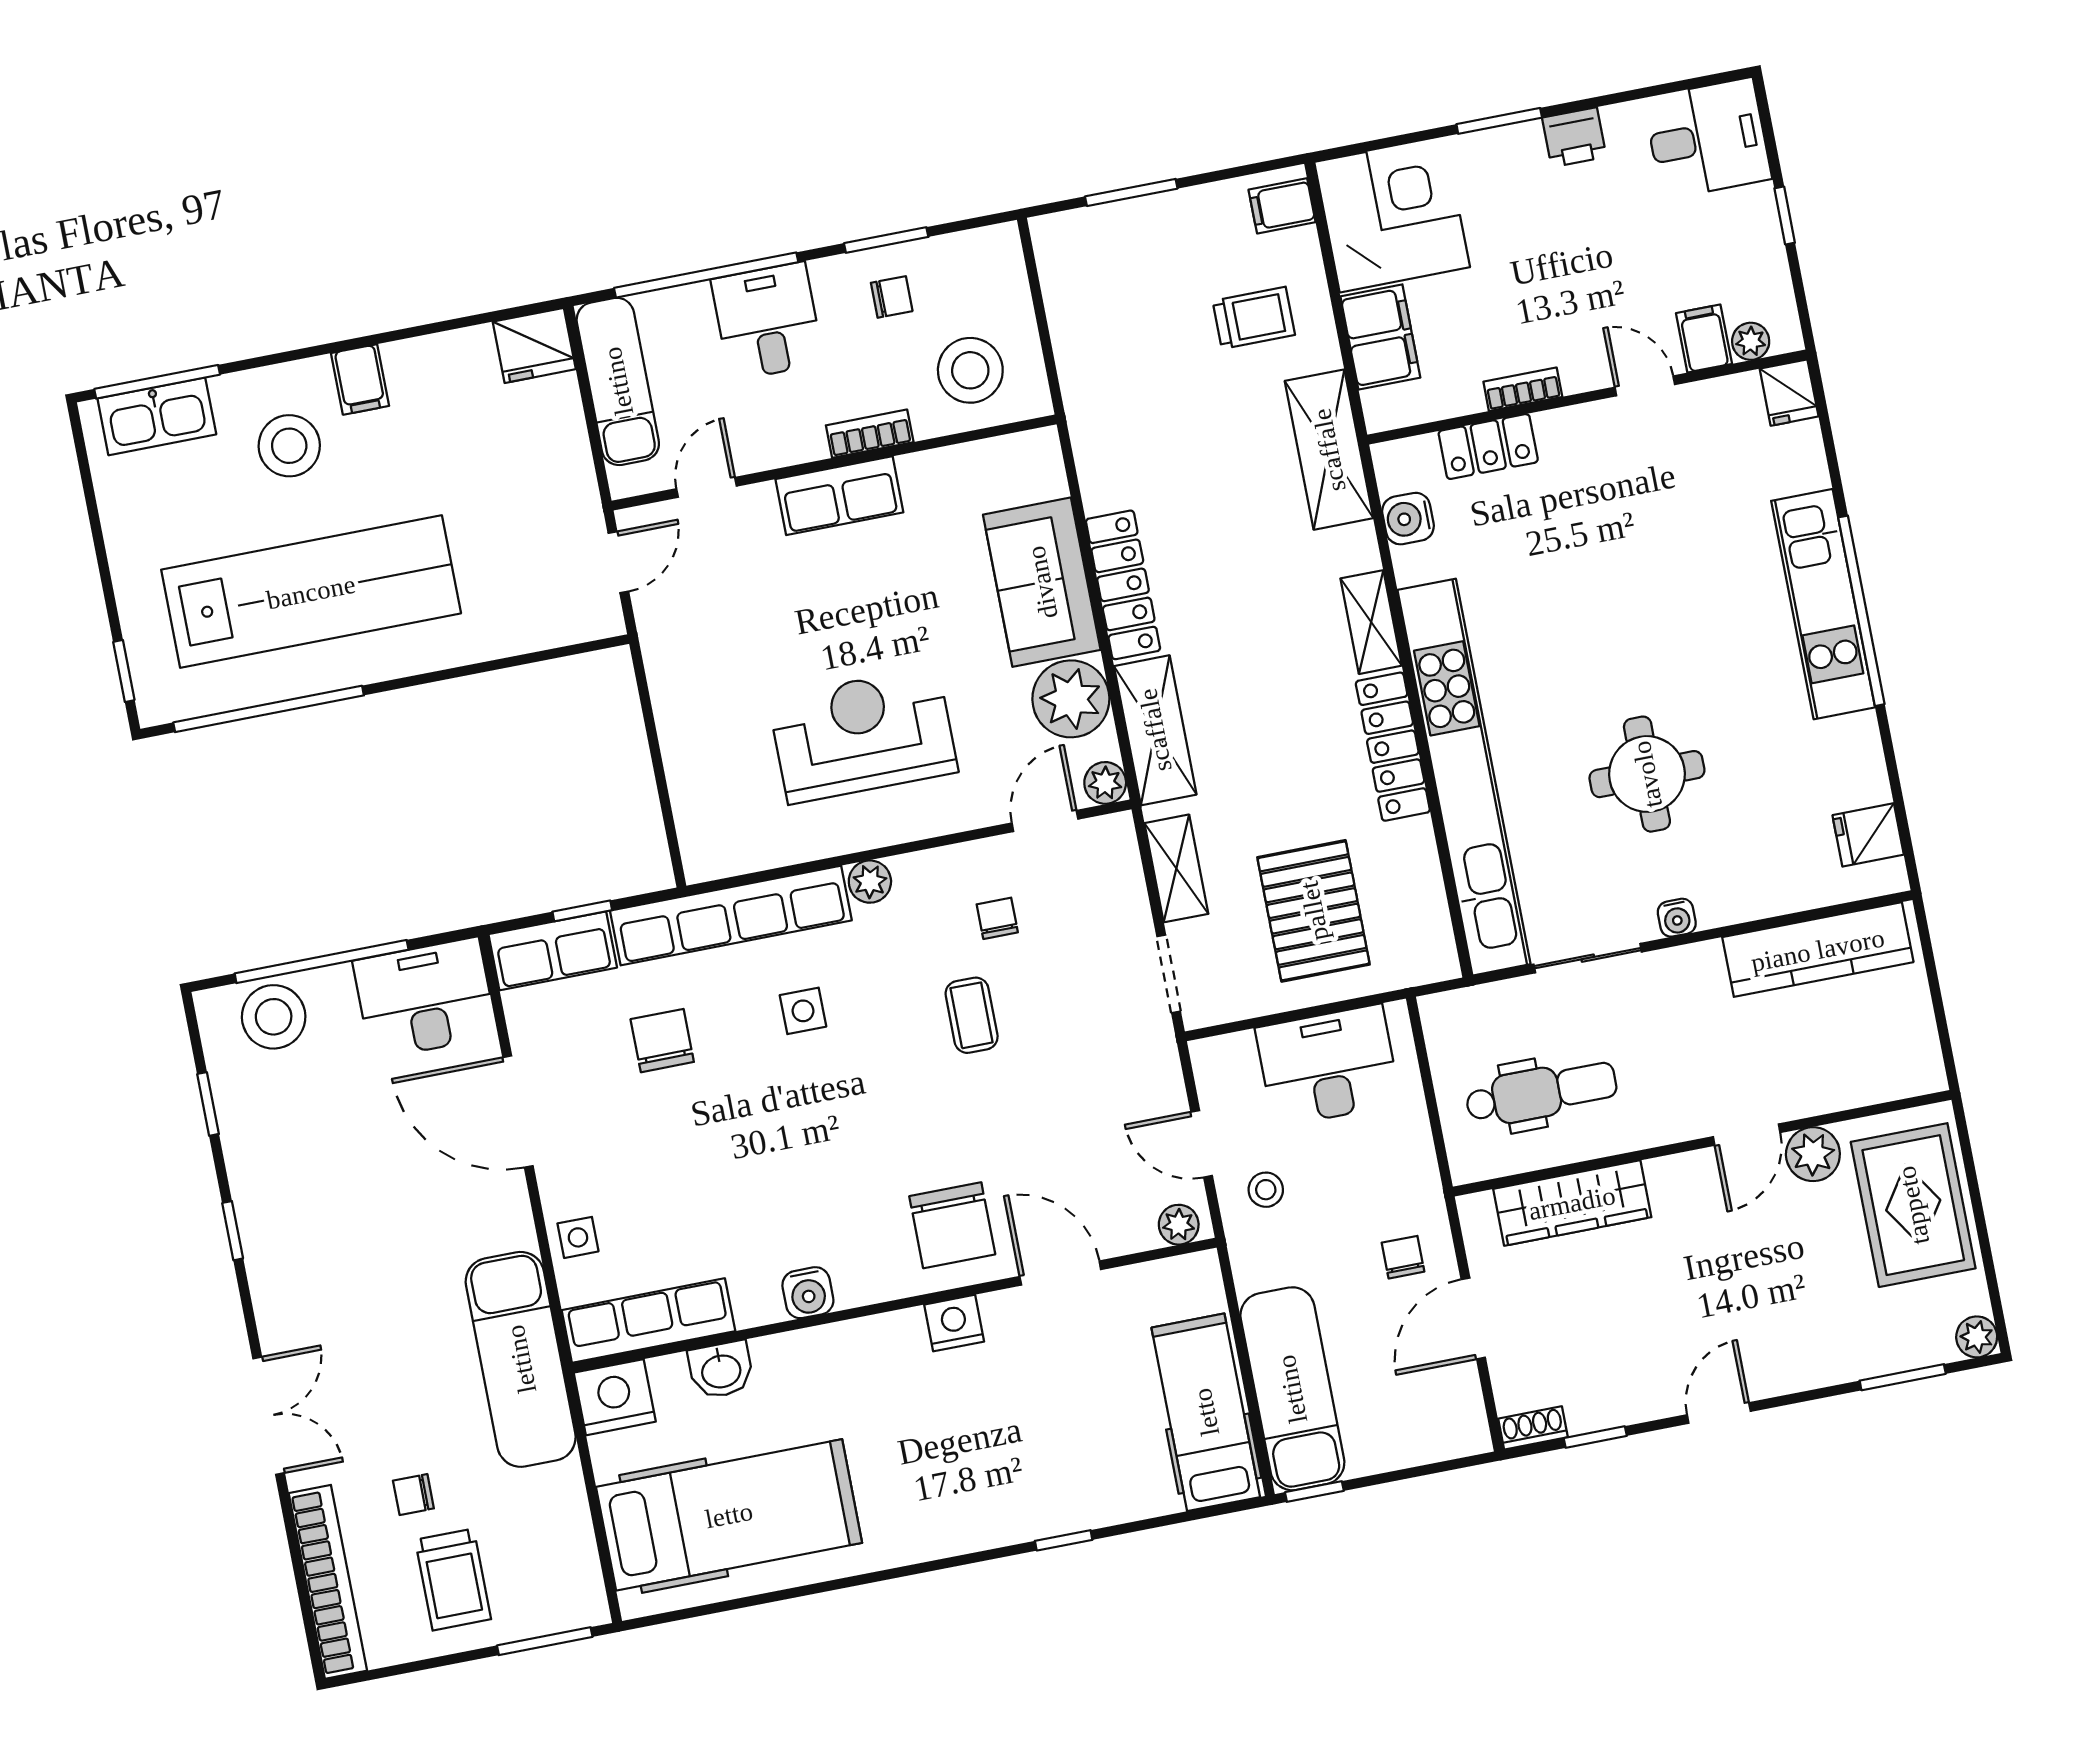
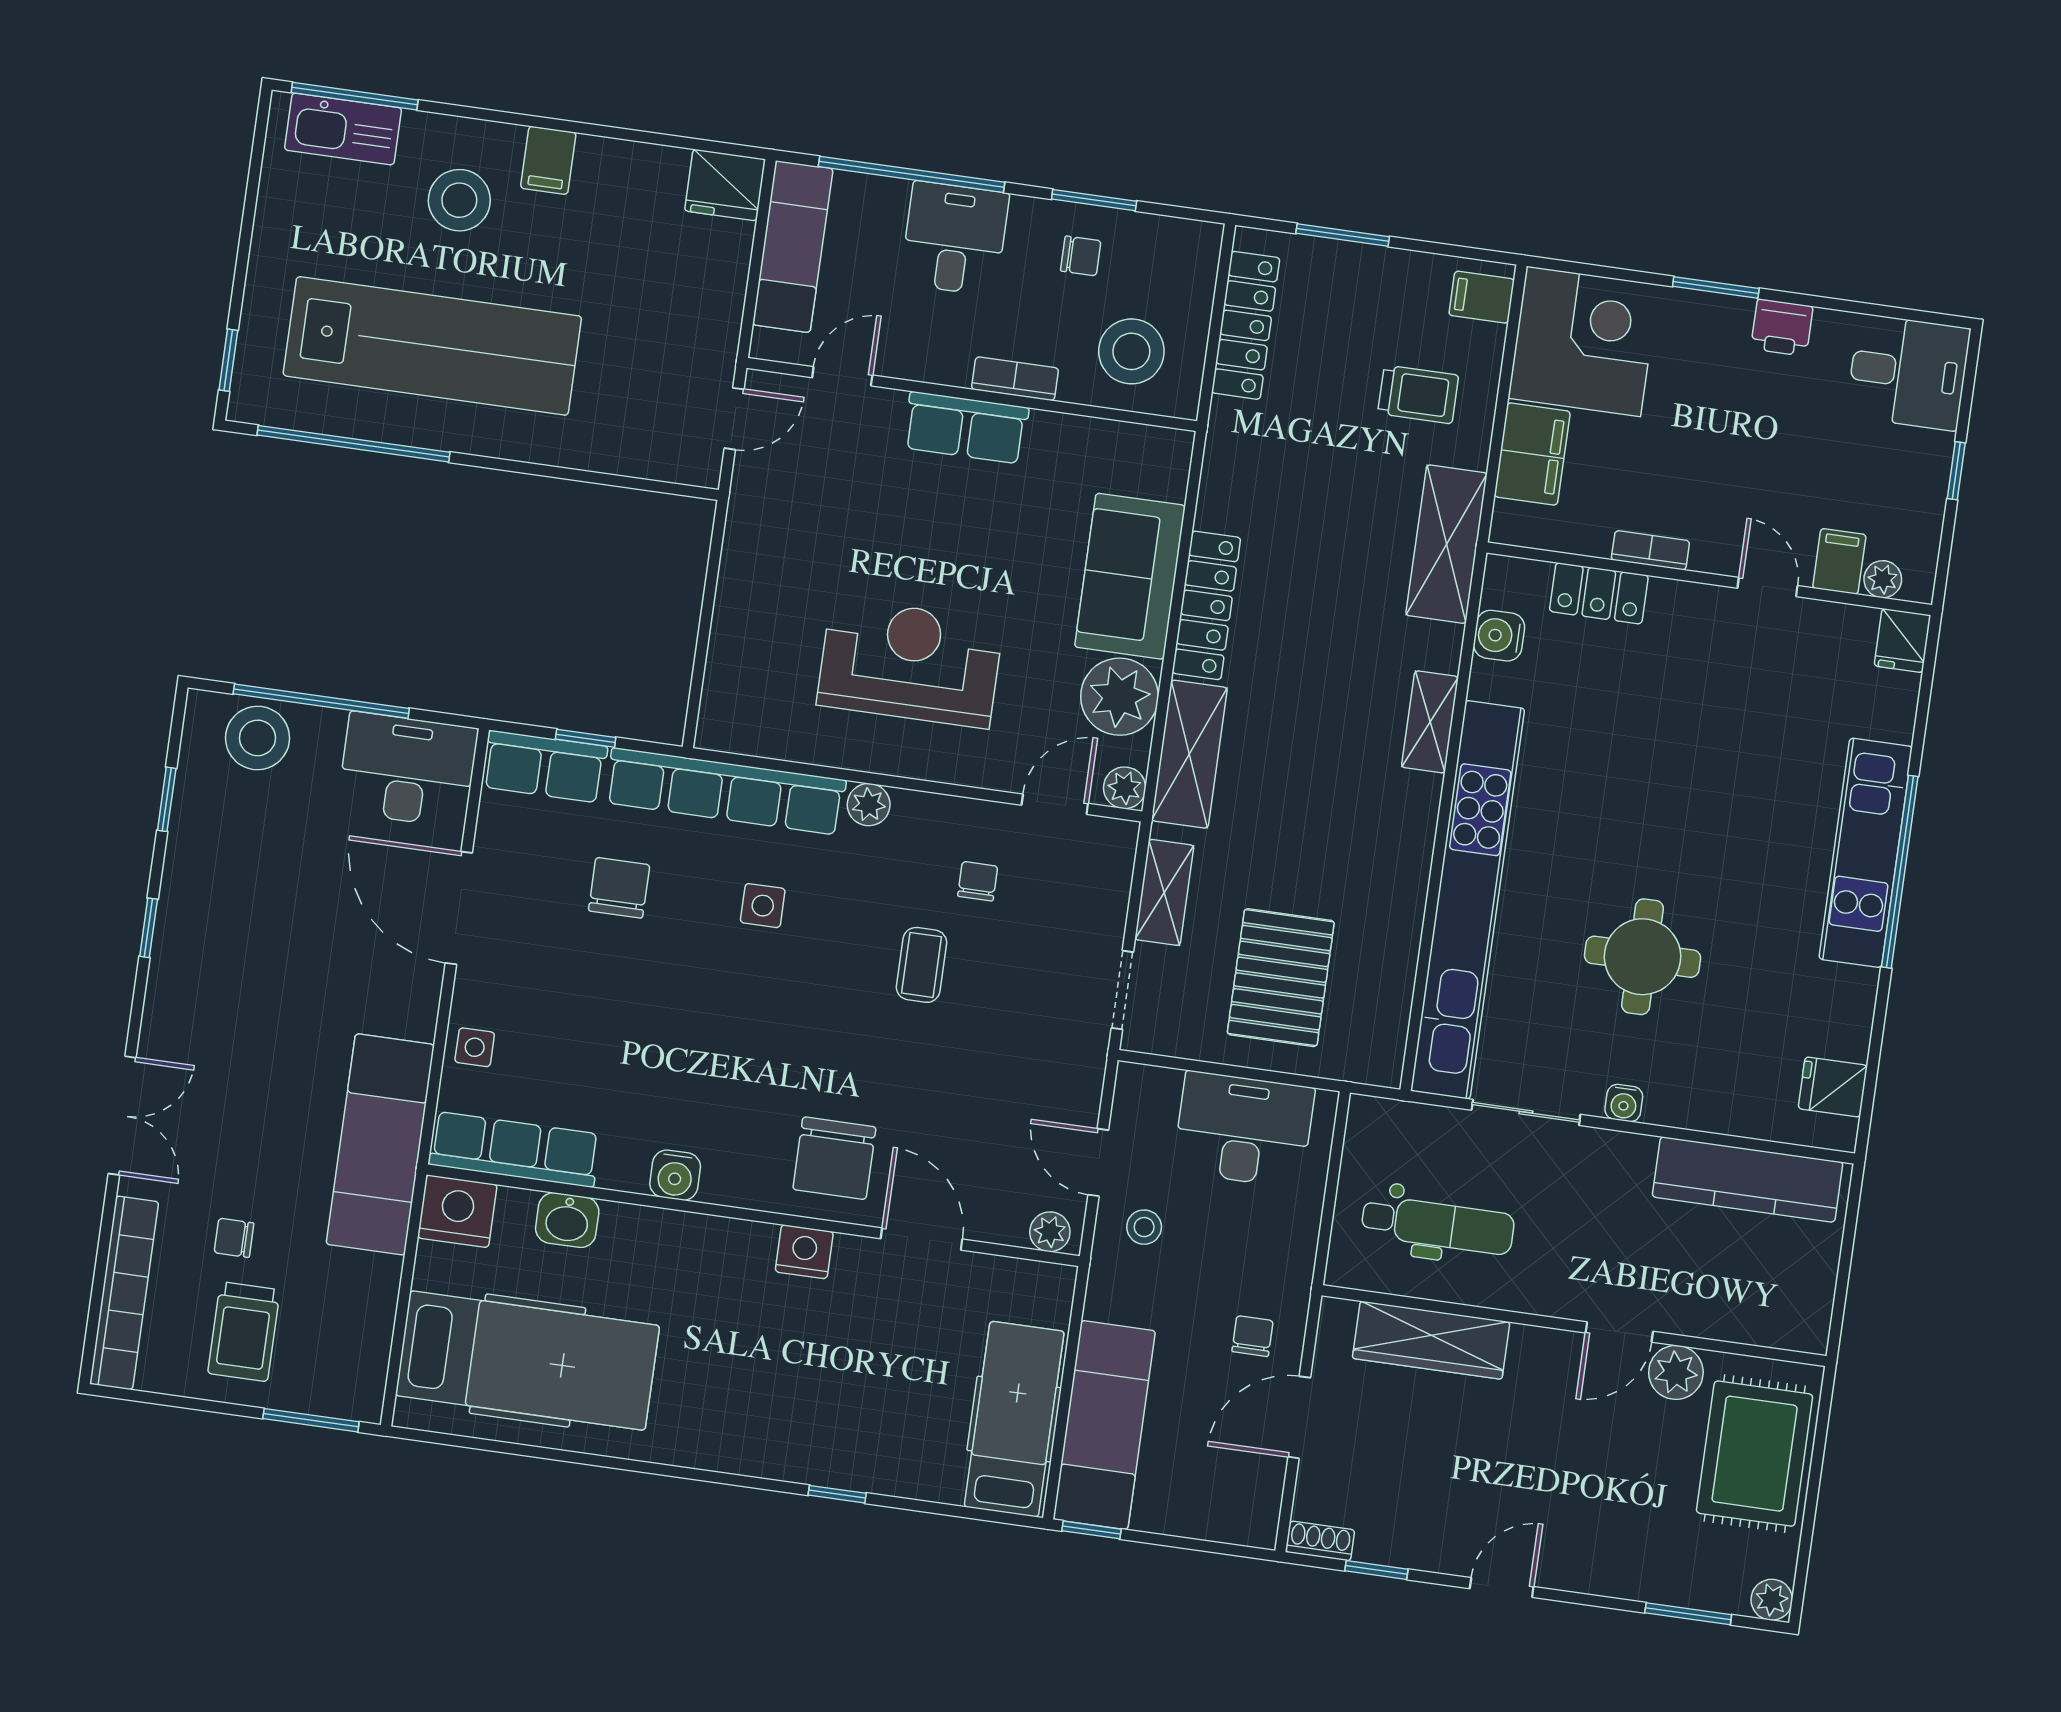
locker: (1393, 747) -> (1246, 325), moved, turned 180

